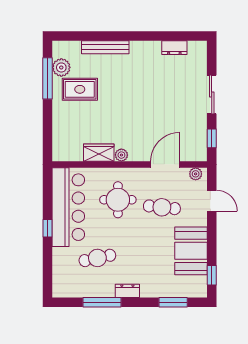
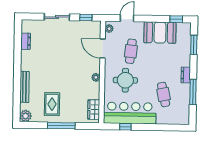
plant: (61, 67) -> (26, 116), moved
window: (48, 78) -> (61, 126), moved
wardrobe: (99, 153) -> (94, 110), moved
window: (48, 228) -> (125, 127), moved

